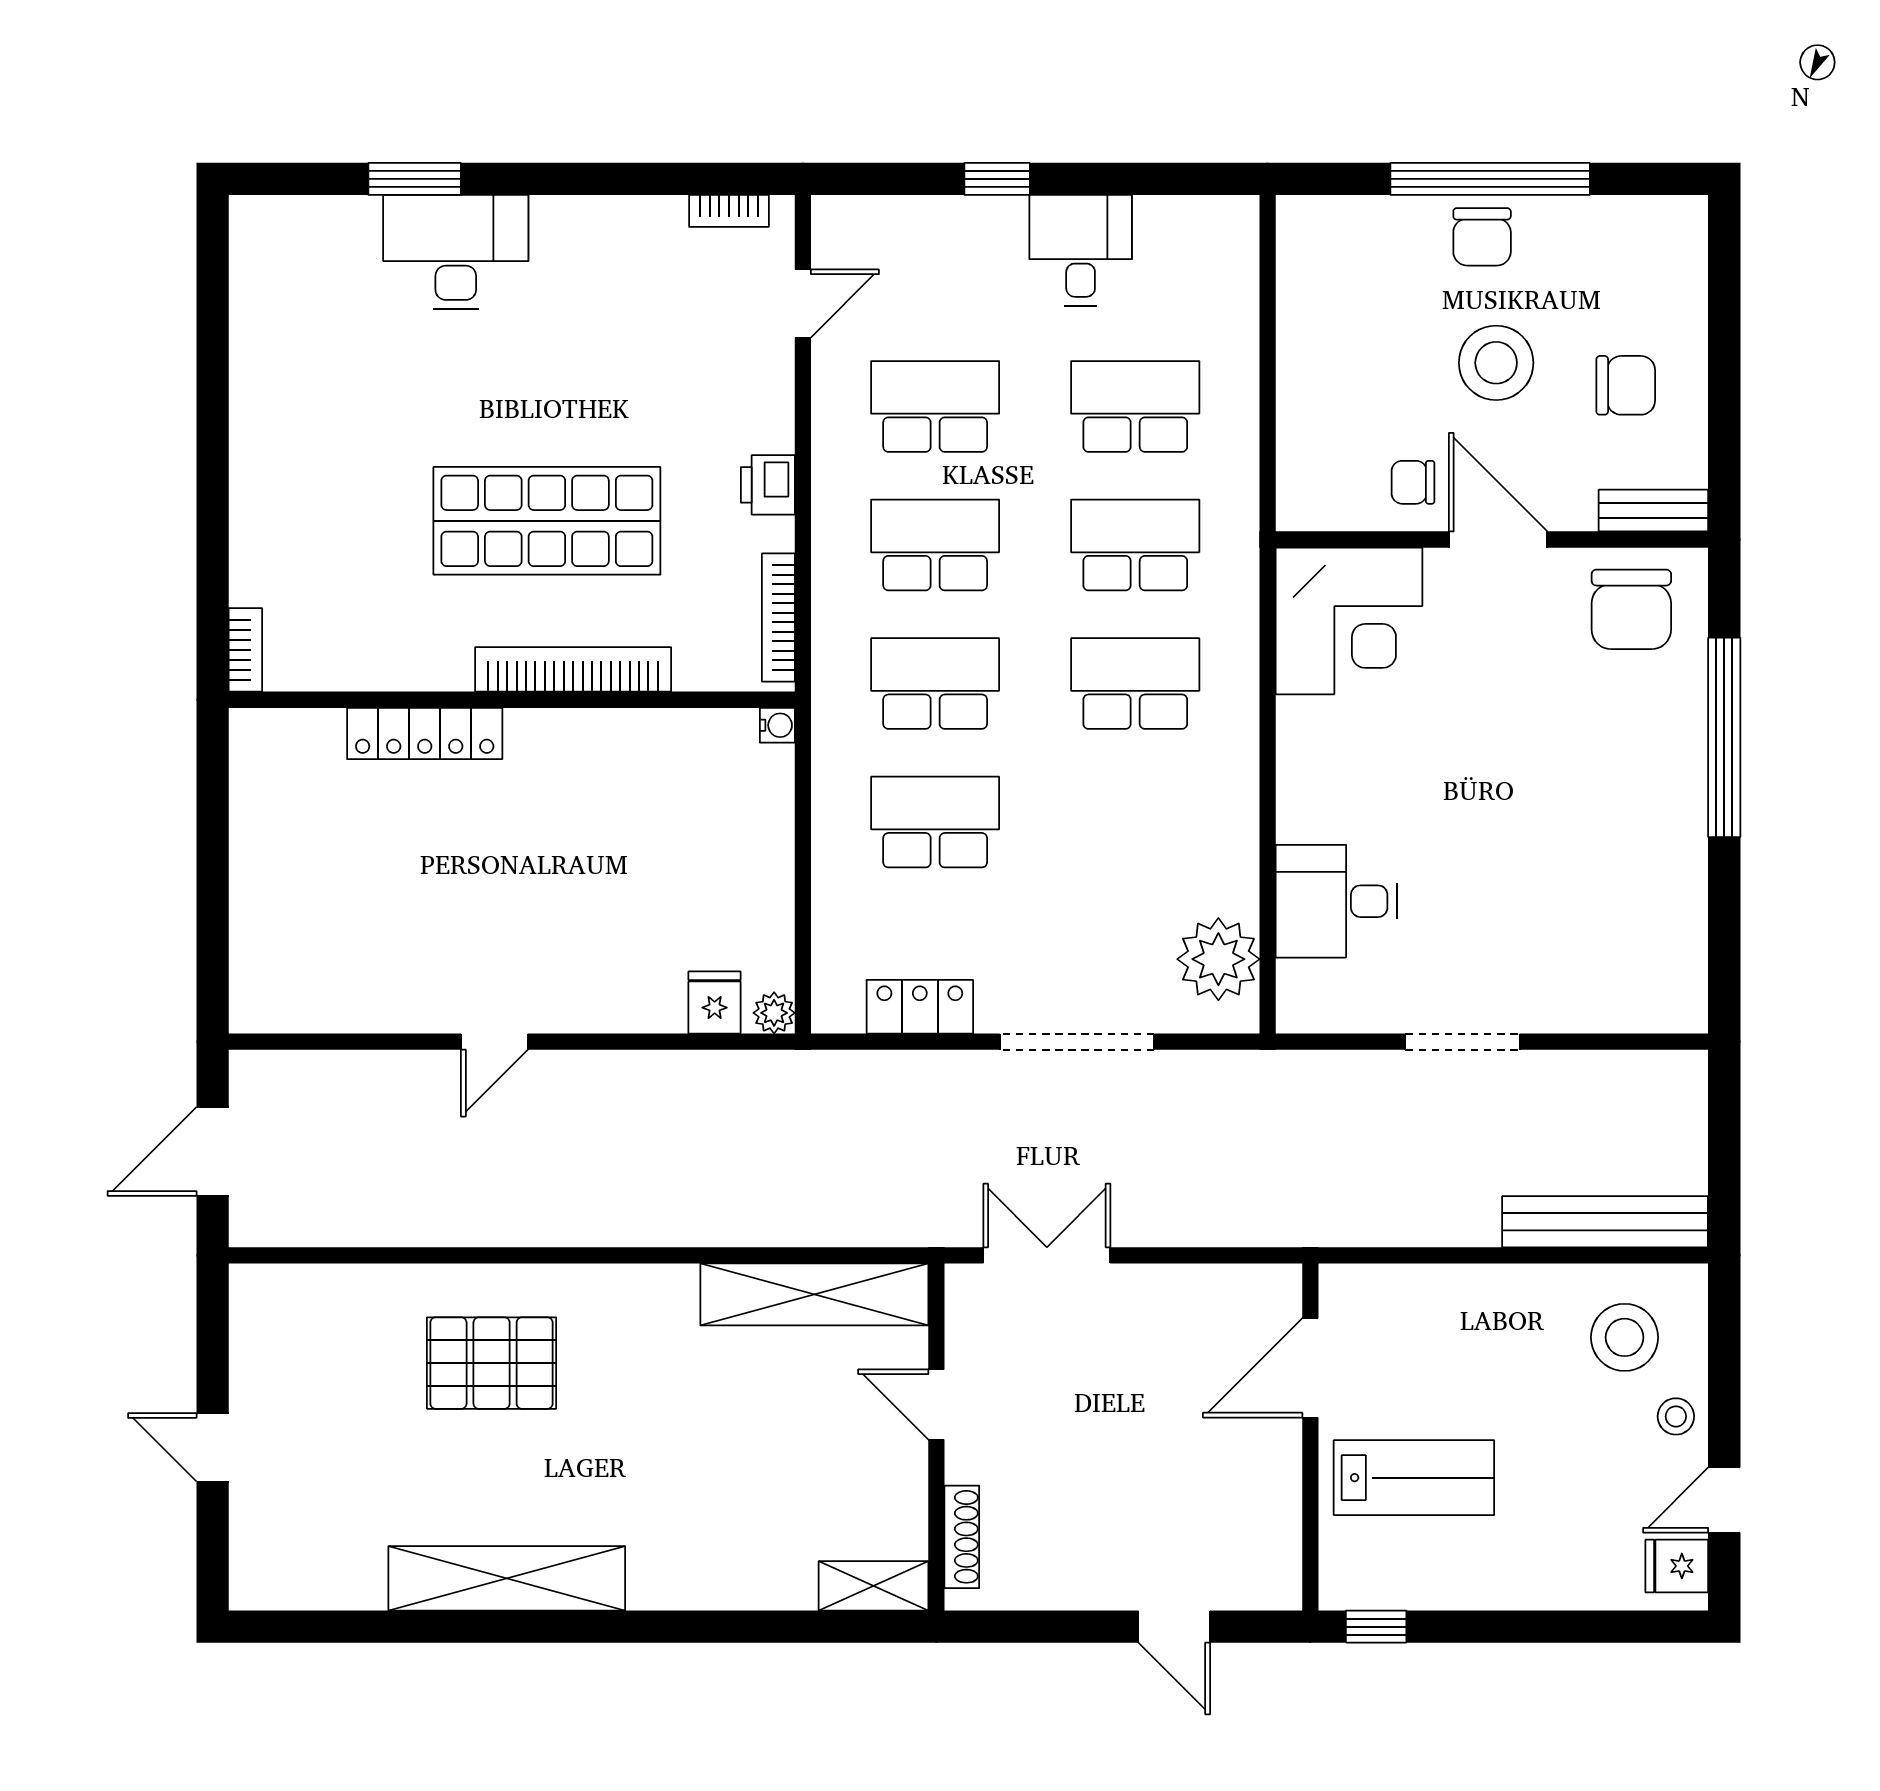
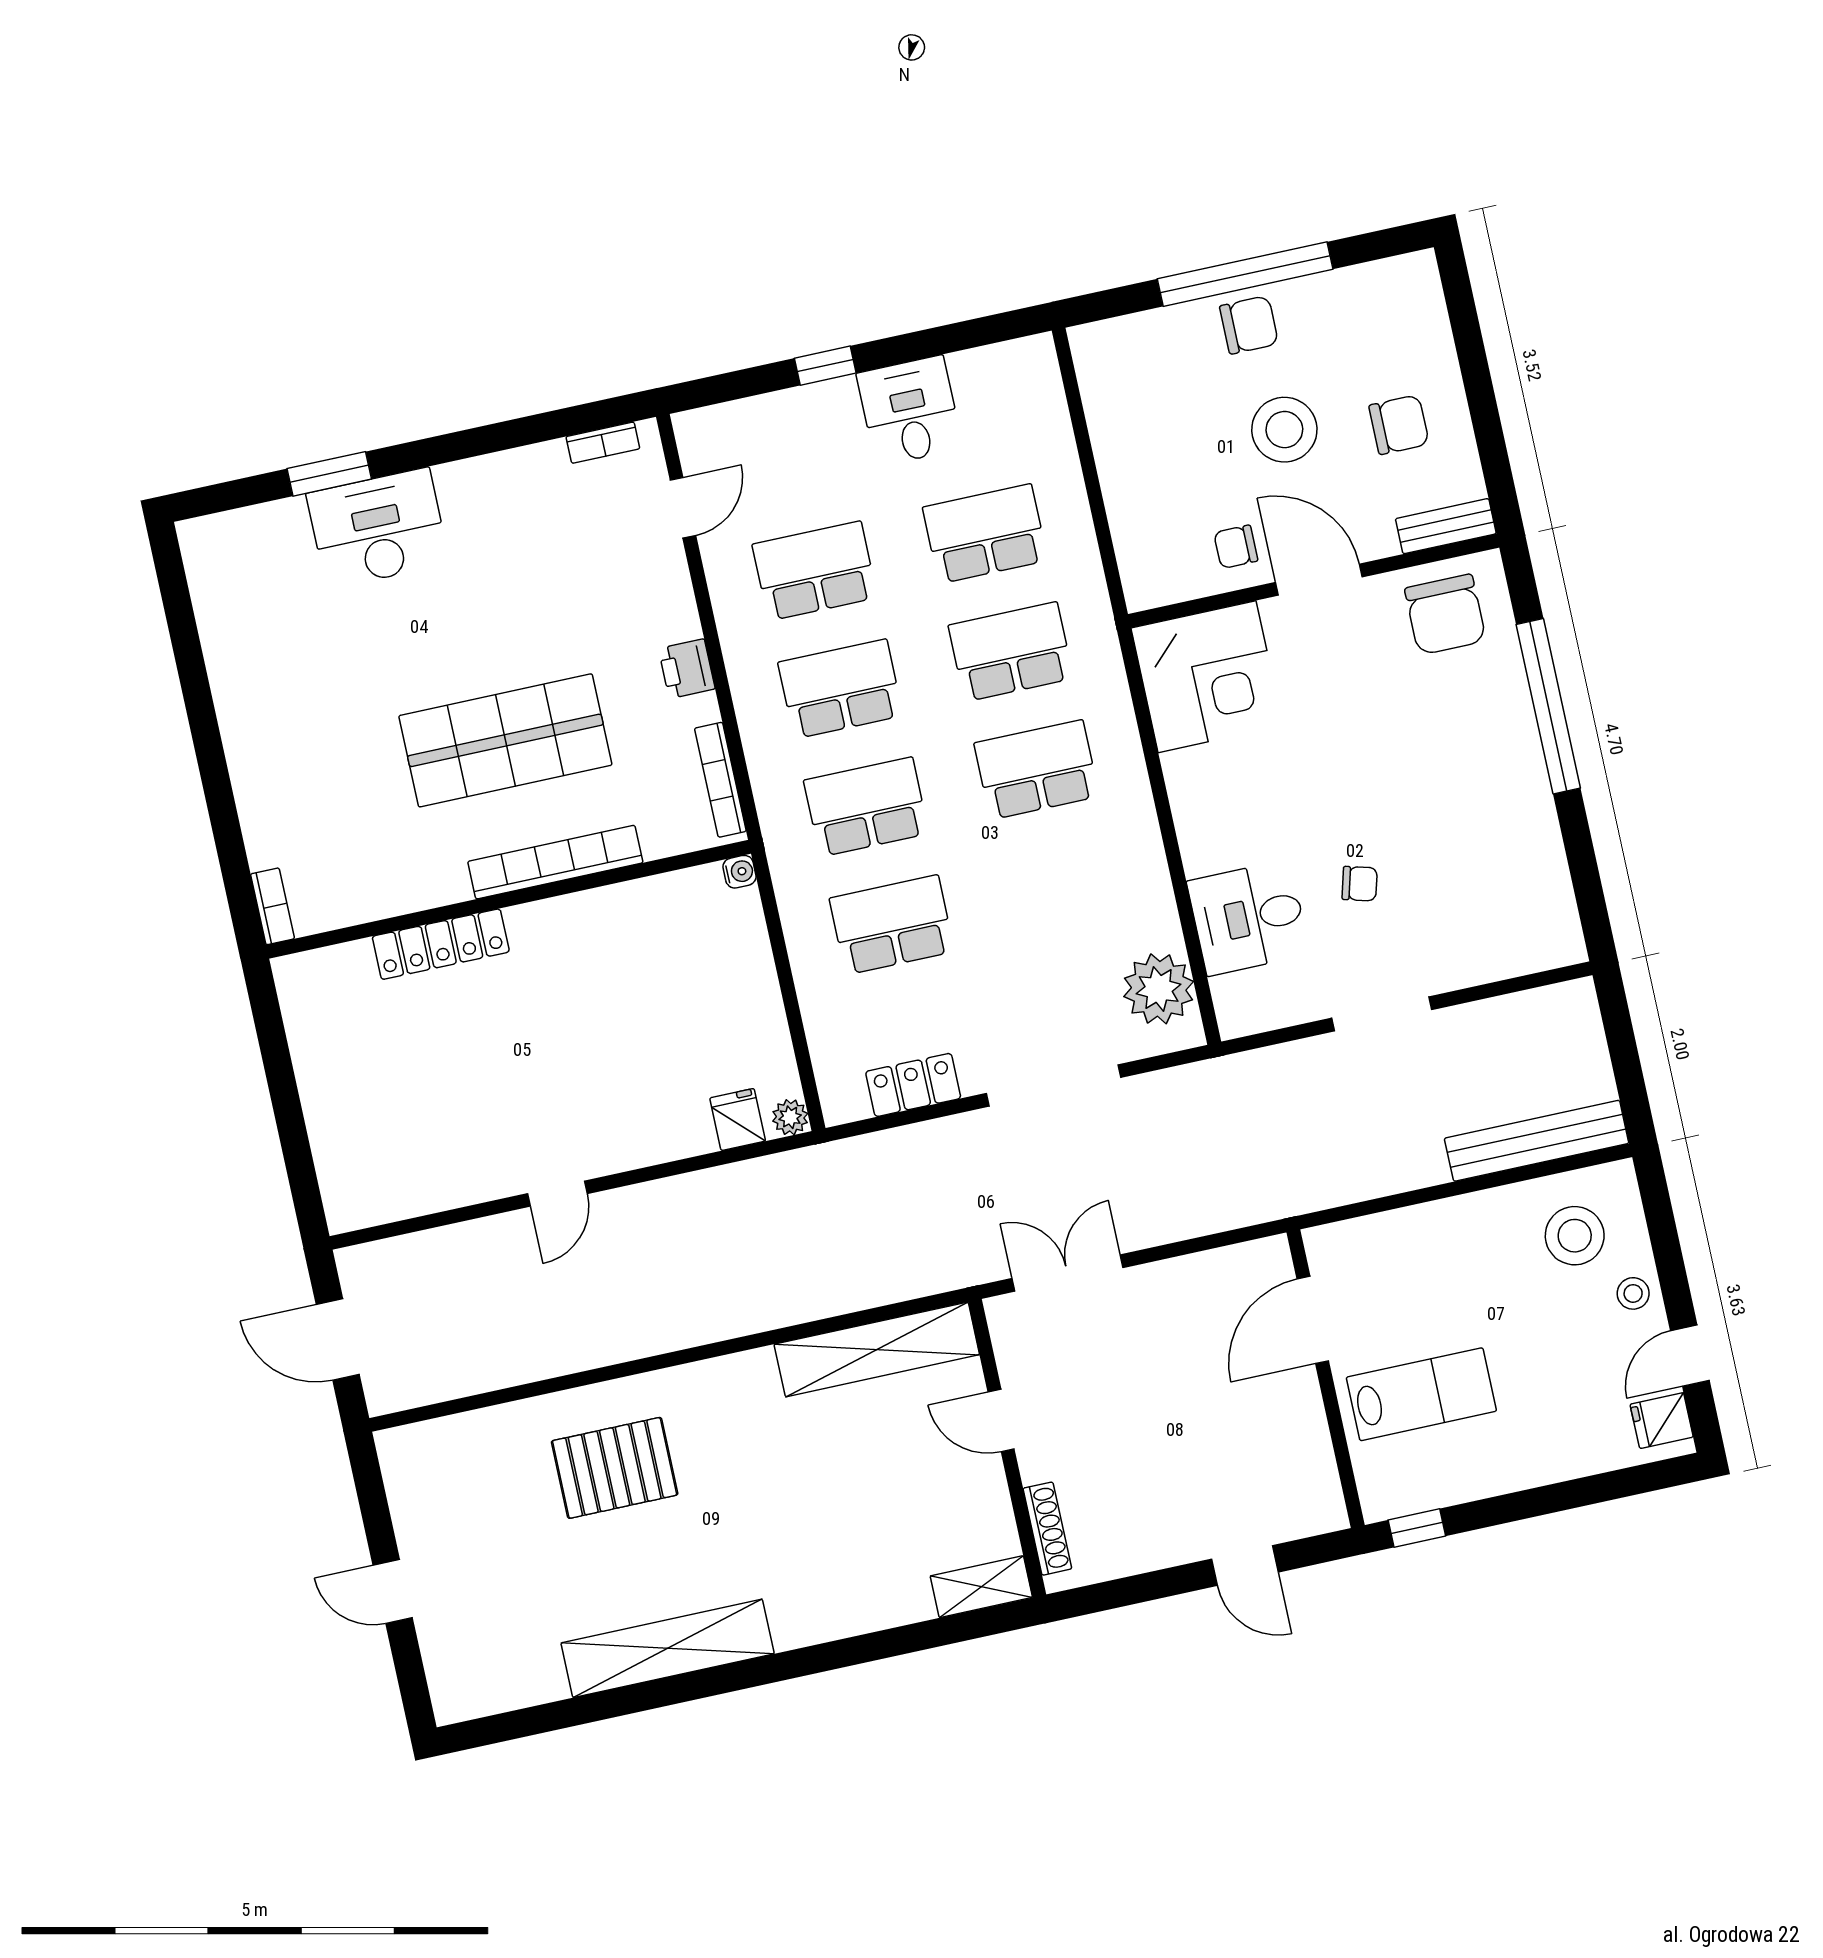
chair: (1482, 237) -> (1249, 325), turned -90
chair: (1470, 890) -> (1360, 884), added
door: (213, 1151) -> (338, 1339), hinge flipped

